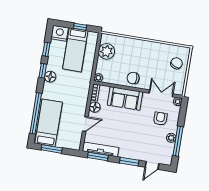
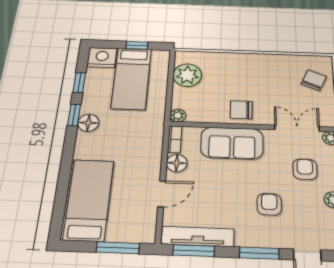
window: (36, 113) -> (63, 186), removed
armchair: (138, 136) -> (269, 204), added
window: (52, 149) -> (118, 248), moved

